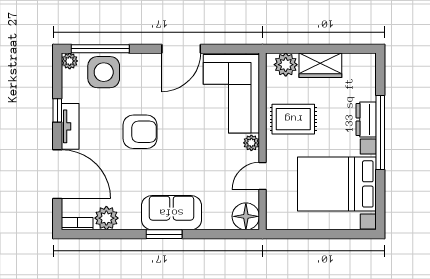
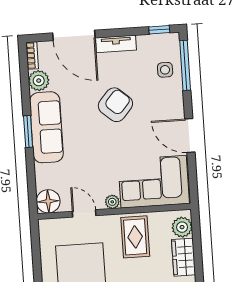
plant: (70, 61) -> (173, 40), removed
side table: (104, 72) -> (165, 70), width x0.54, depth x0.54
window: (57, 110) -> (159, 30), moved
armchair: (140, 132) -> (115, 105), turned -139
door: (57, 174) -> (74, 35), hinge flipped
sofa: (171, 213) -> (46, 127), width x1.36

